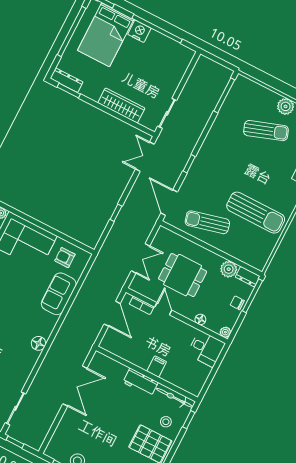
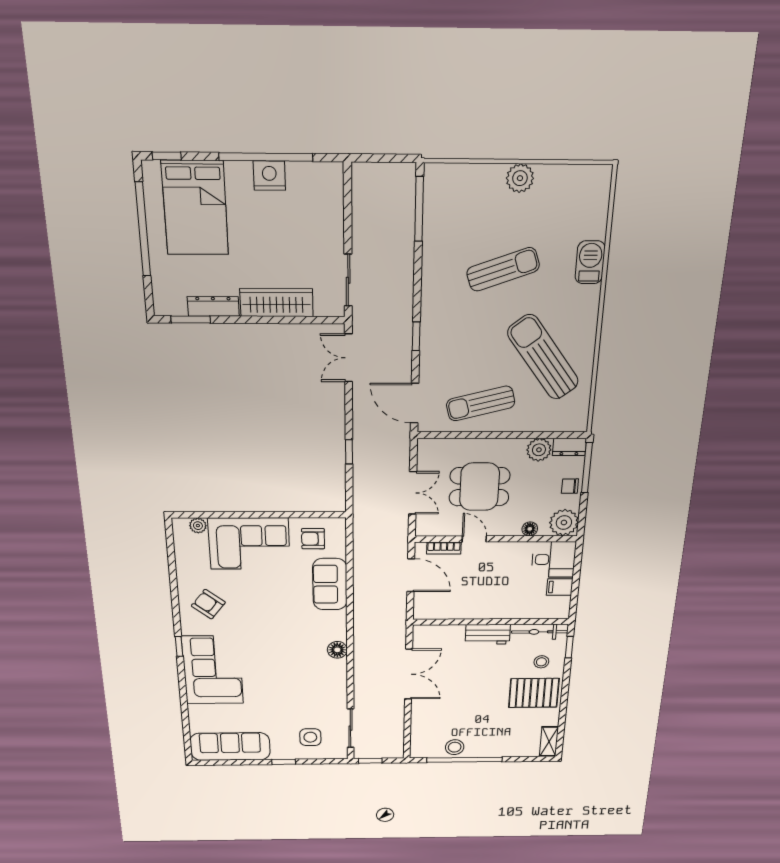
nightstand: (139, 31) -> (269, 176), moved
dresser: (66, 80) -> (213, 306), moved
sun lounger: (266, 131) -> (503, 269), moved
sun lounger: (256, 213) -> (543, 357), turned -127
plant: (225, 332) -> (564, 523), width x1.87, depth x1.87
filing cabinet: (157, 367) -> (560, 587), moved, turned -90

